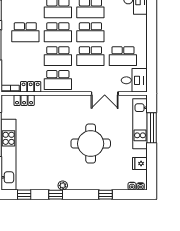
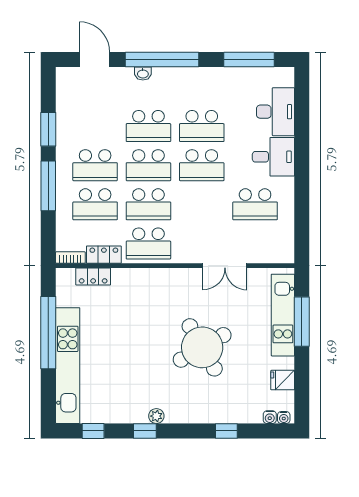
school desk: (90, 56) -> (95, 204), moved
desk: (134, 80) -> (273, 157), moved
round table: (91, 144) -> (202, 347), turned -30

